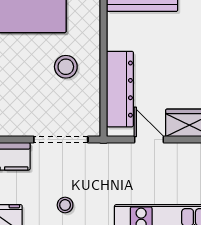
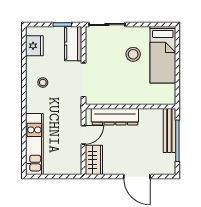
stool: (66, 67) -> (133, 54), moved

